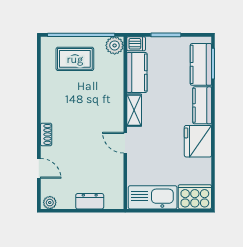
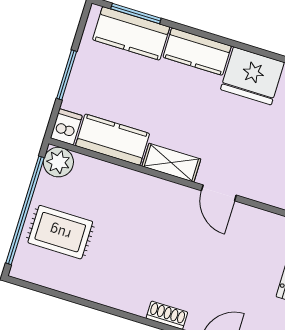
rug: (75, 59) -> (60, 232), turned 90
door: (125, 143) -> (219, 193), hinge flipped

